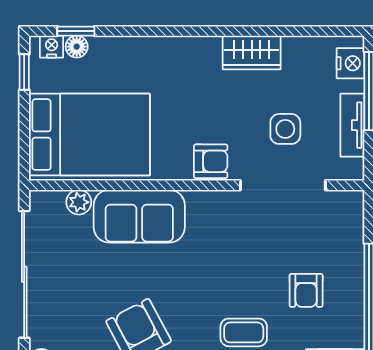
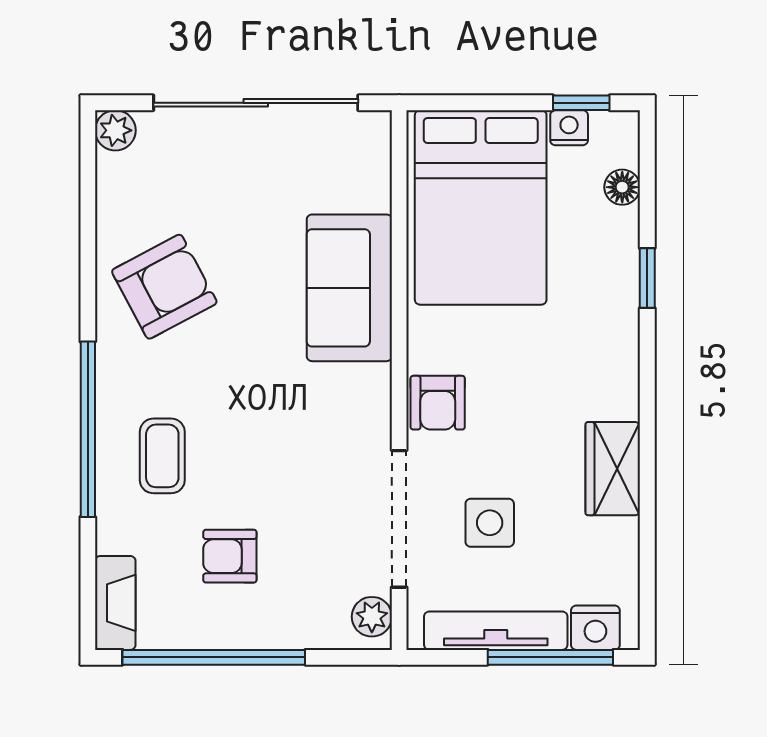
window: (76, 31) -> (647, 278), moved
nightstand: (52, 47) -> (569, 128), moved, turned -90
tv unit: (352, 125) -> (496, 631), width x1.41
plant: (79, 202) -> (372, 617), moved

